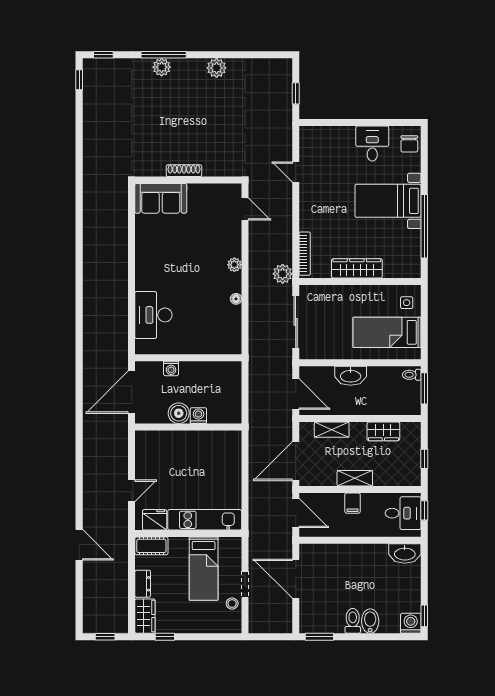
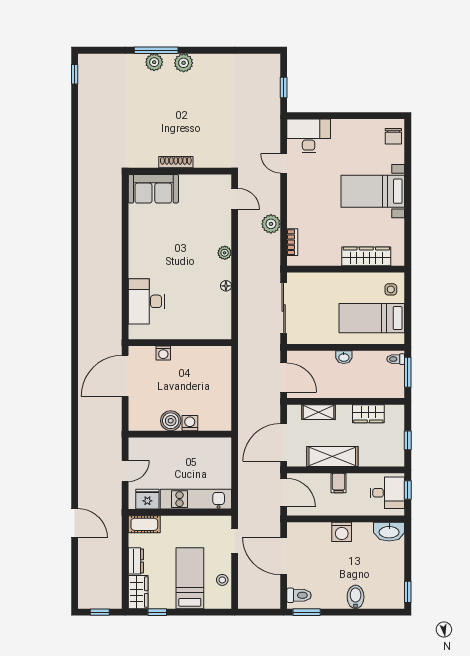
window: (103, 55) -> (98, 50), removed
plant: (217, 68) -> (184, 63), moved
desk: (372, 144) -> (309, 136), moved, width x1.37
window: (424, 226) -> (408, 216), removed
bookcase: (305, 254) -> (292, 242), width x0.64
wardrobe: (357, 268) -> (366, 256), moved
plant: (283, 274) -> (271, 224), moved
washbasin: (351, 376) -> (344, 357), width x0.52, depth x0.69
boiler: (179, 413) -> (171, 421), moved
washing machine: (198, 416) -> (190, 423), moved
wall: (188, 427) -> (180, 434), moved
shelving: (355, 478) -> (332, 456), width x1.50, depth x1.33
bed: (204, 569) -> (190, 578), moved, turned 180
doorway: (245, 584) -> (235, 541), moved
toilet: (353, 621) -> (299, 595), moved, turned 90
washing machine: (411, 623) -> (342, 532), moved, turned 180

